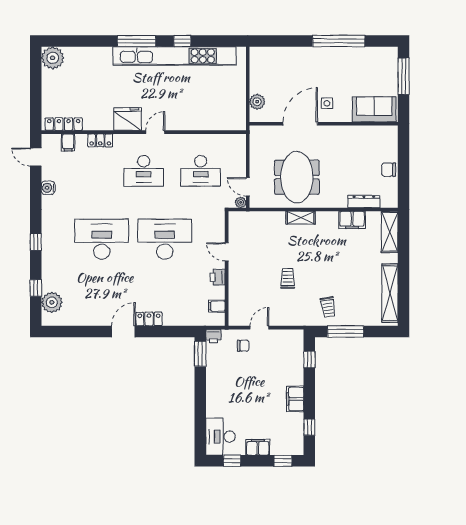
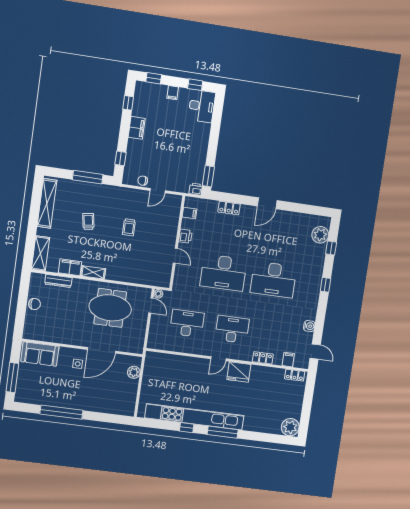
locker: (64, 124) -> (295, 375), width x0.66
meeting table: (297, 177) -> (110, 308), turned 90
shelving: (301, 218) -> (93, 272), moved
trolley: (328, 307) -> (88, 221), moved
locker: (149, 319) -> (229, 208), moved
chair: (243, 346) -> (143, 181), moved
filing cabinet: (258, 447) -> (173, 93), width x0.50

